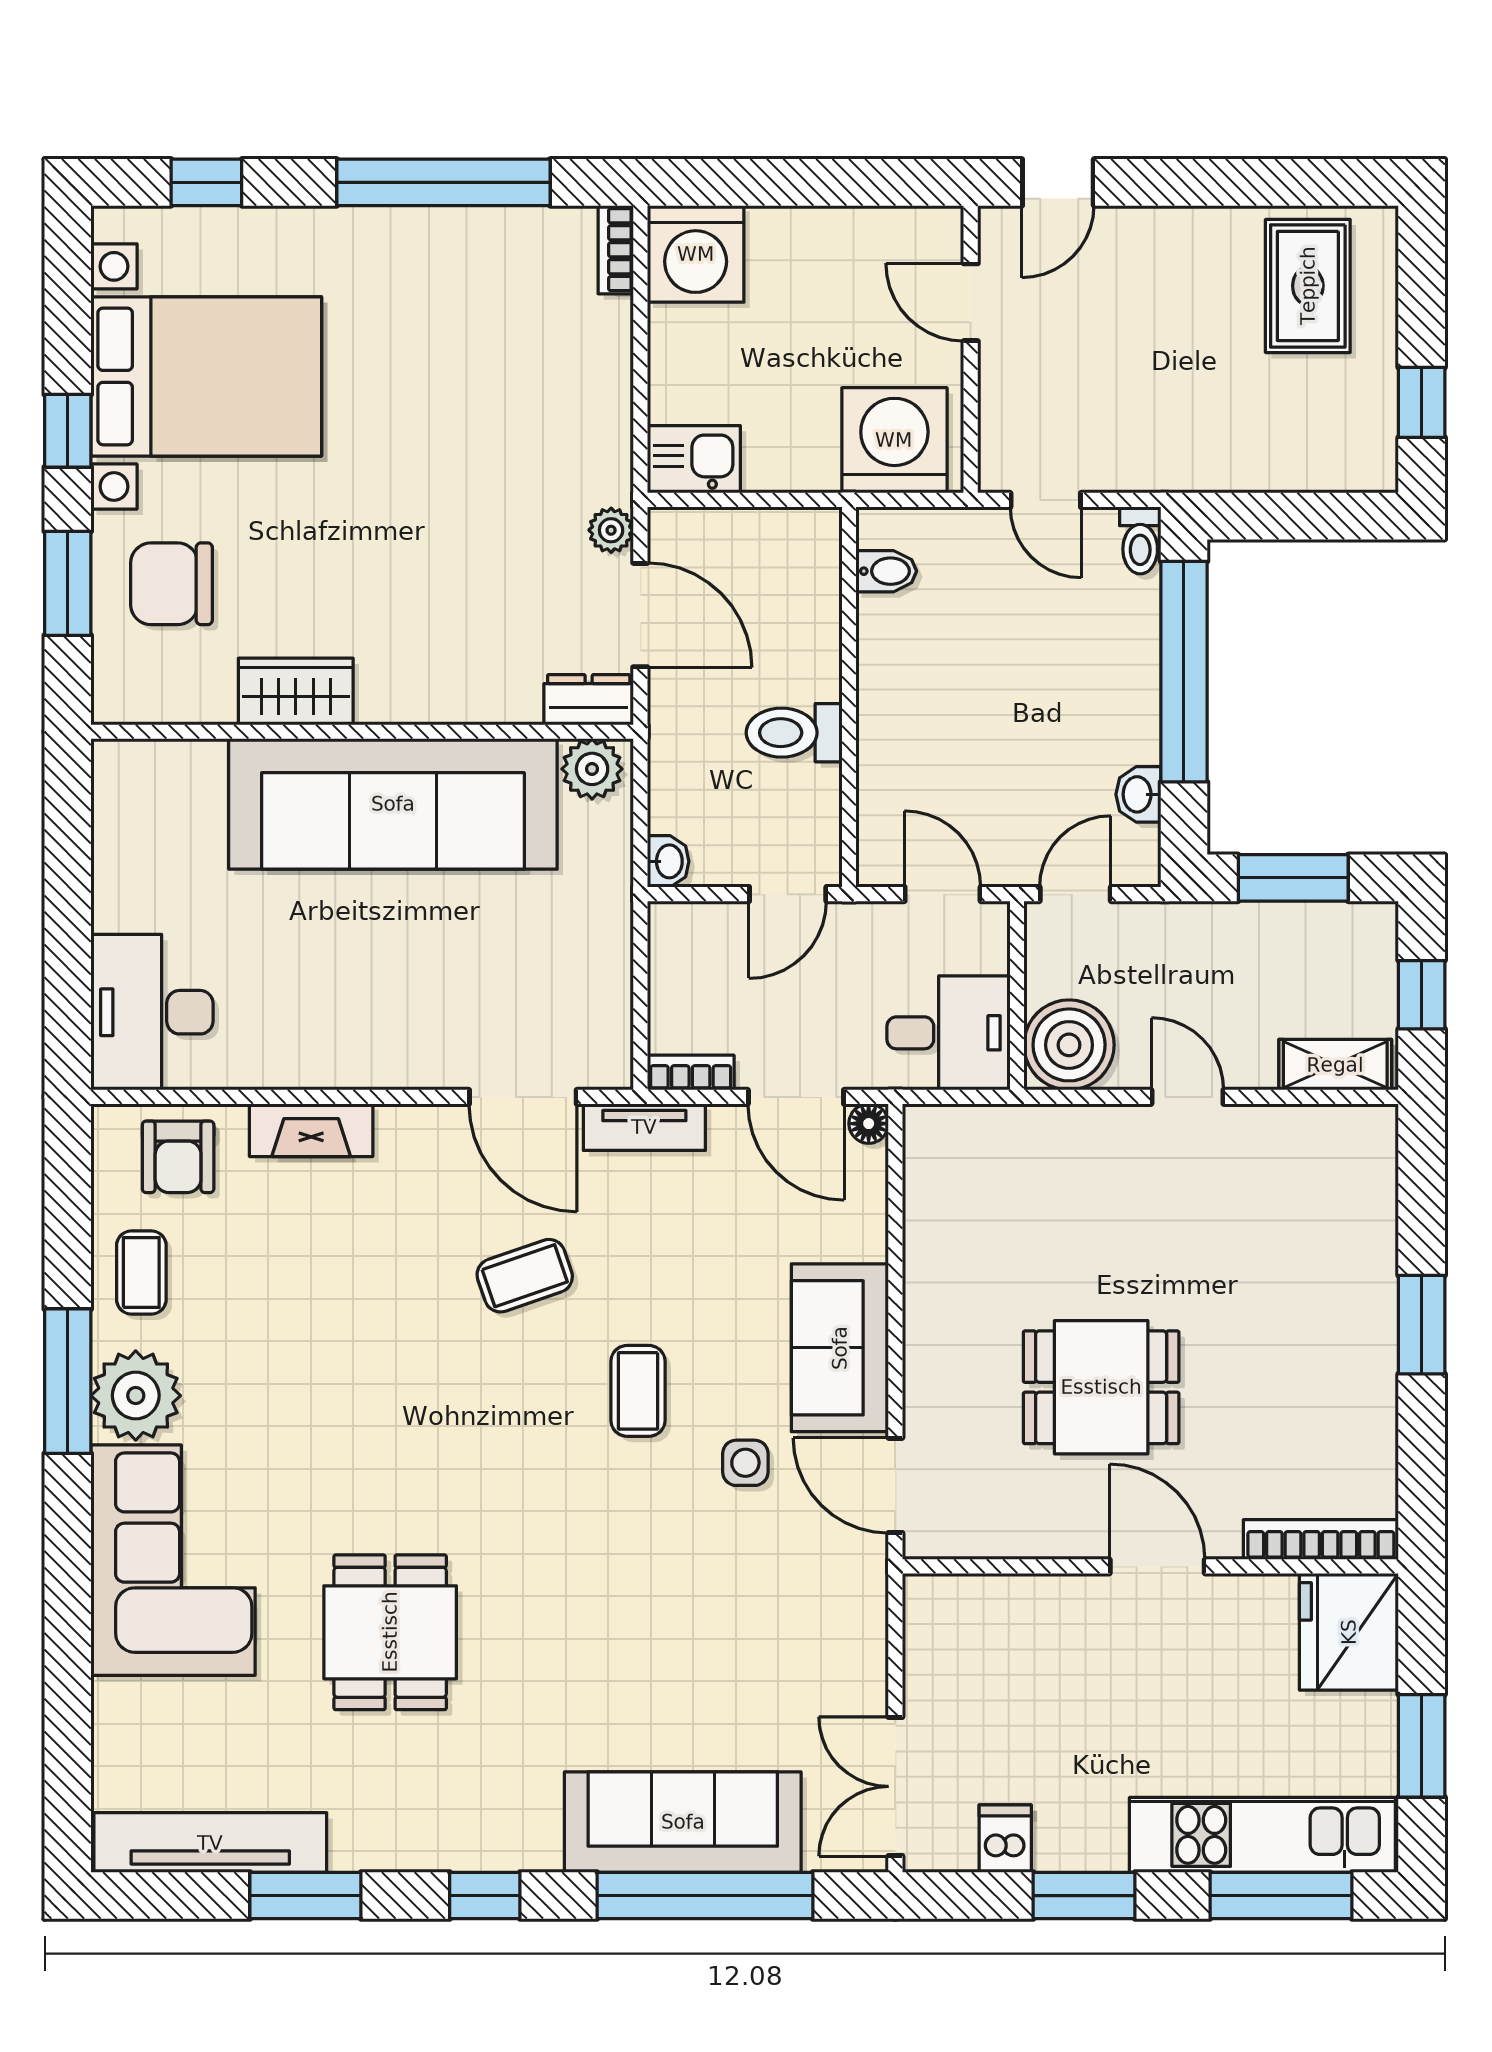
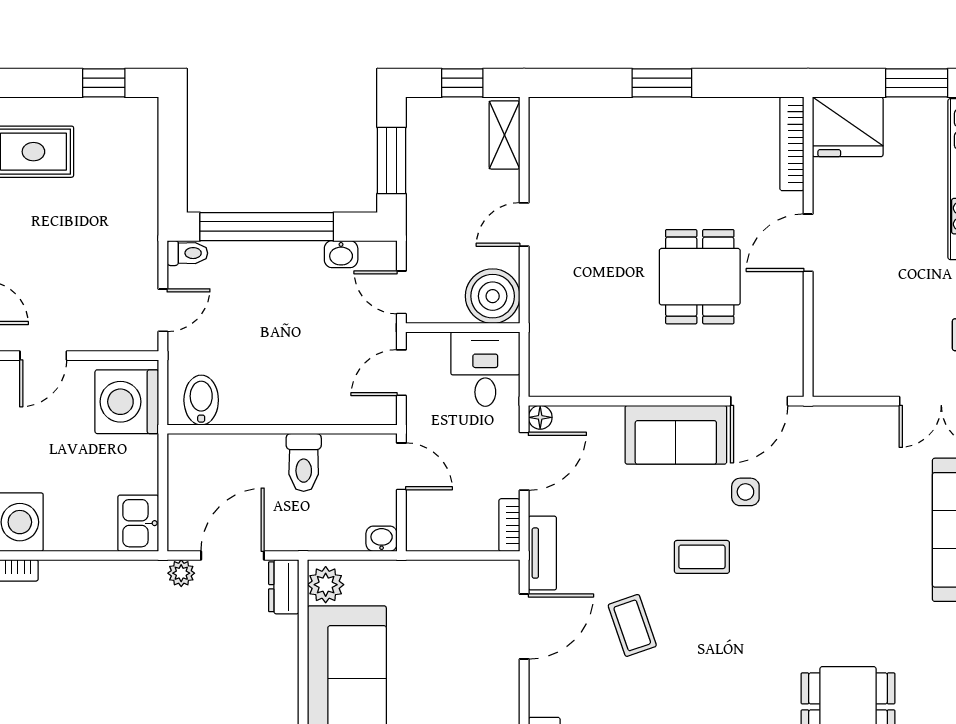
bidet: (886, 571) -> (201, 400), width x1.38, depth x1.36

